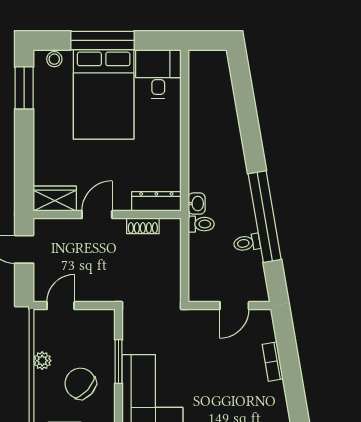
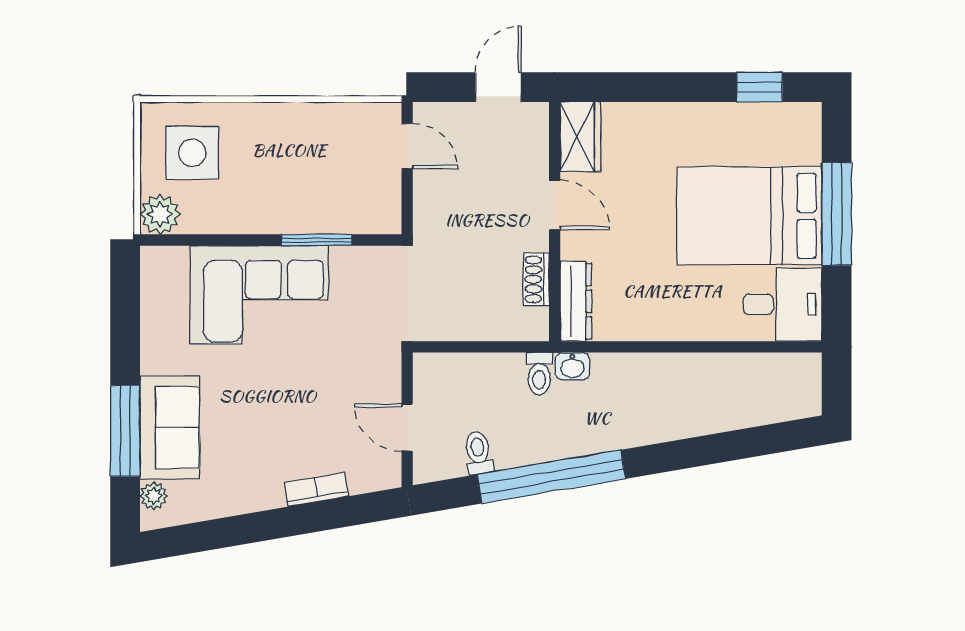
stool: (54, 59) -> (806, 136), removed
window: (24, 88) -> (760, 87), width x0.67
toilet: (247, 243) -> (478, 453), moved
plant: (42, 361) -> (318, 116), removed
chair: (80, 383) -> (281, 178), removed

